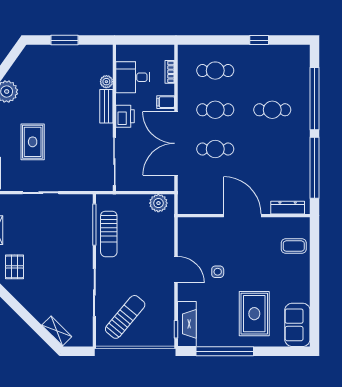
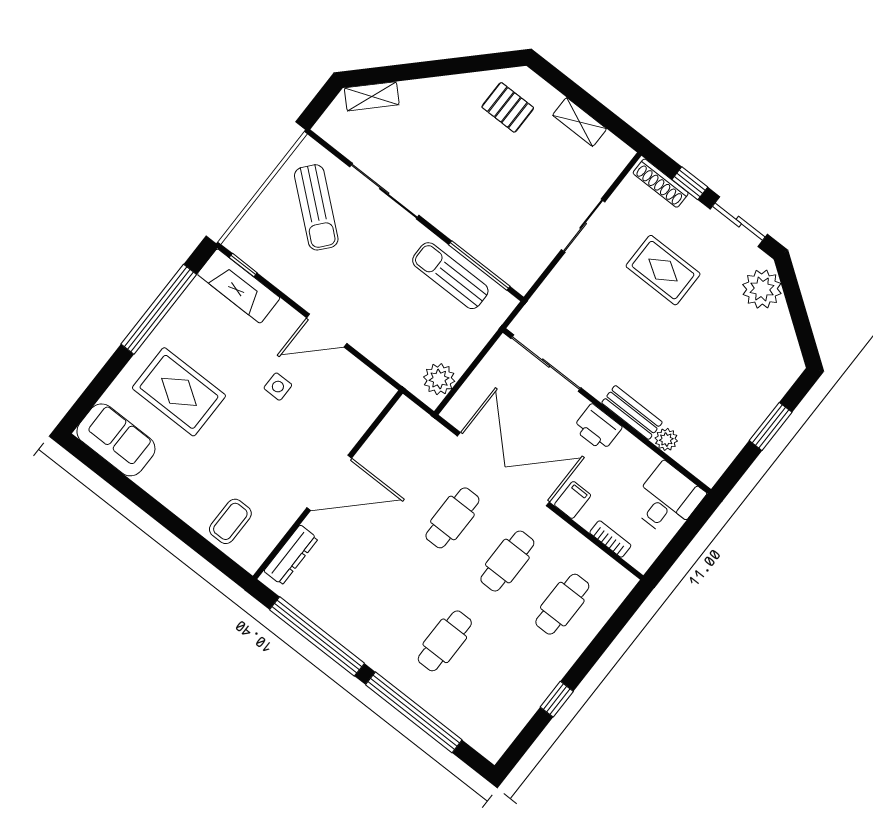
desk: (133, 77) -> (667, 500), moved

